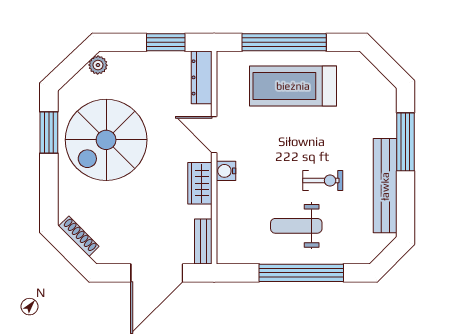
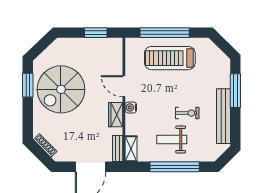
plant: (98, 65) -> (56, 46), removed
dresser: (202, 77) -> (117, 53), removed
shelving: (226, 242) -> (131, 149), added

